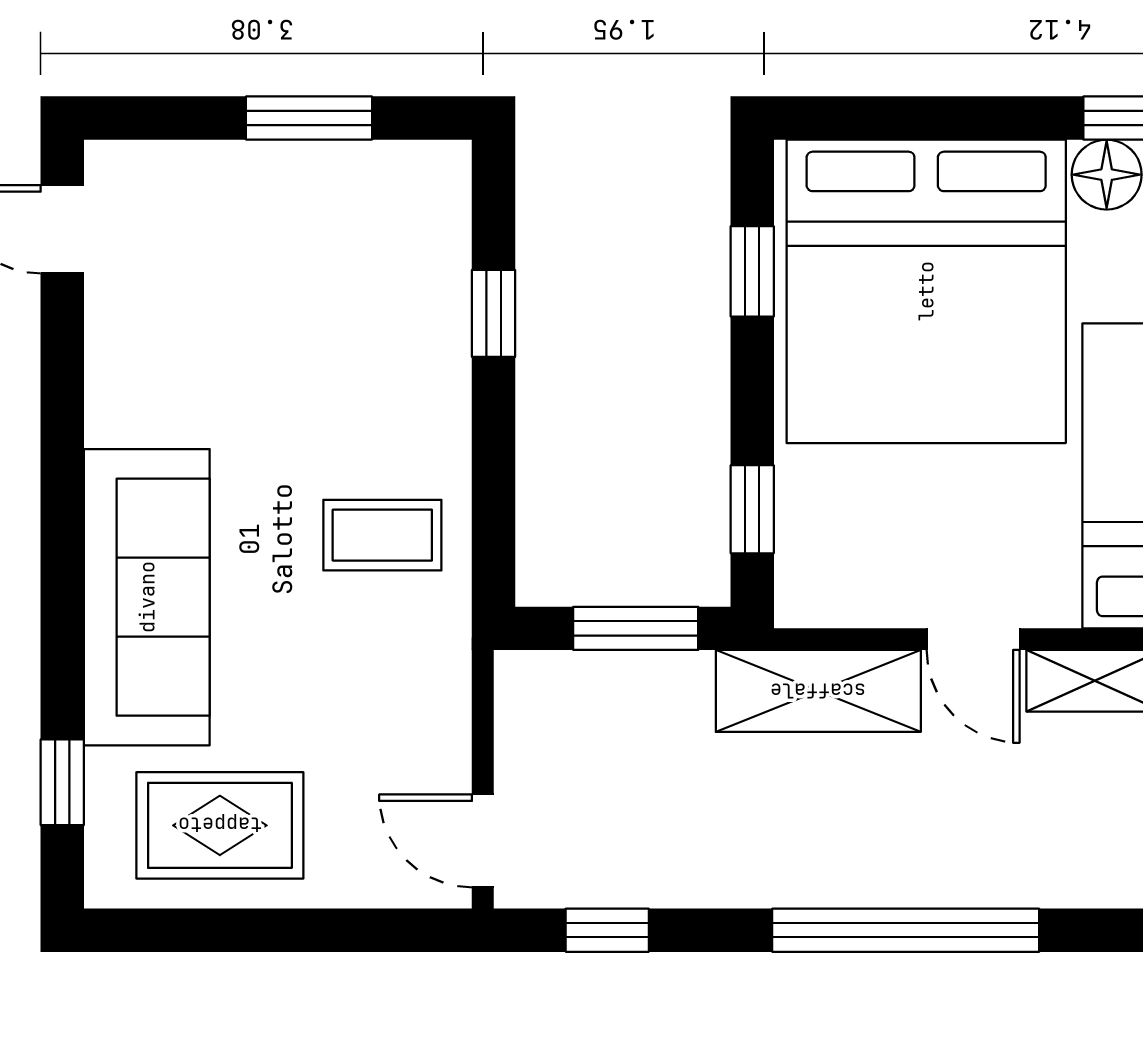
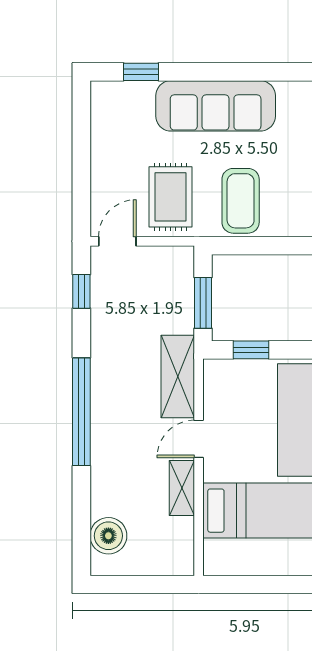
coffee table: (382, 535) -> (241, 201), width x1.36, depth x1.30
rug: (220, 825) -> (170, 197), moved

